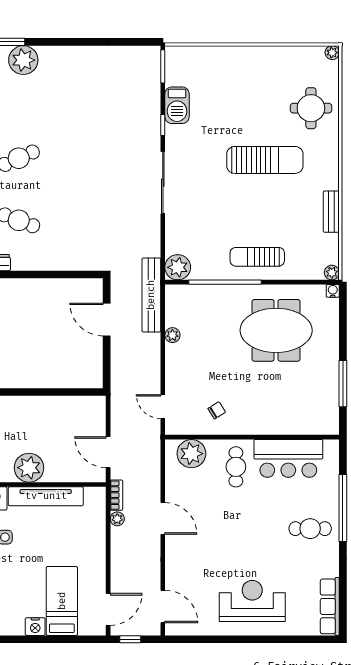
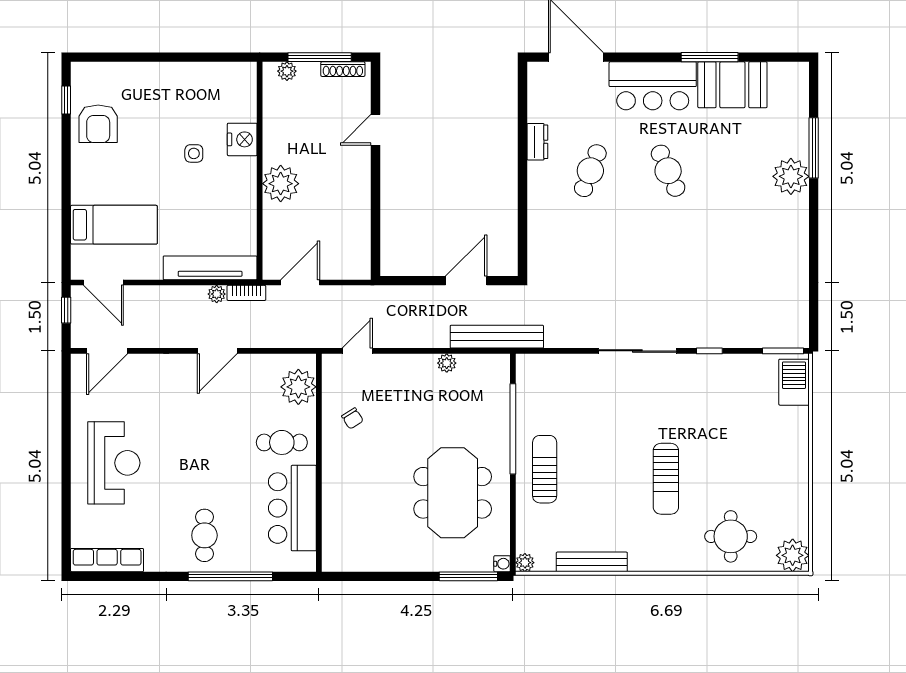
plant: (332, 53) -> (793, 555), width x1.88, depth x1.88
barbecue: (177, 105) -> (794, 382), moved, turned 90
sun lounger: (265, 160) -> (666, 479), width x0.73, depth x0.75
bench: (331, 212) -> (592, 562), width x1.36
plant: (178, 267) -> (532, 370), removed
window: (343, 384) -> (468, 576), moved
tv unit: (46, 496) -> (210, 268), moved, turned 90
nightstand: (35, 627) -> (82, 191), removed

